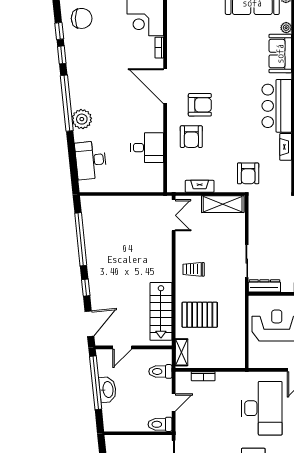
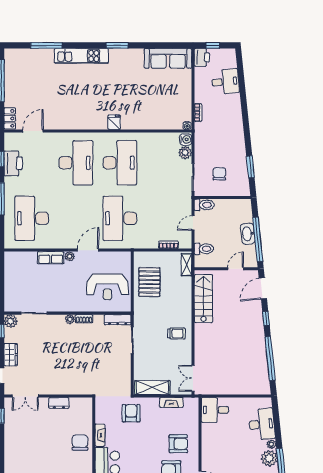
plant: (79, 136) -> (271, 444), added
armchair: (191, 137) -> (178, 444), turned 90
desk: (147, 148) -> (215, 410), moved
pallet: (200, 315) -> (149, 282), moved, turned 90

